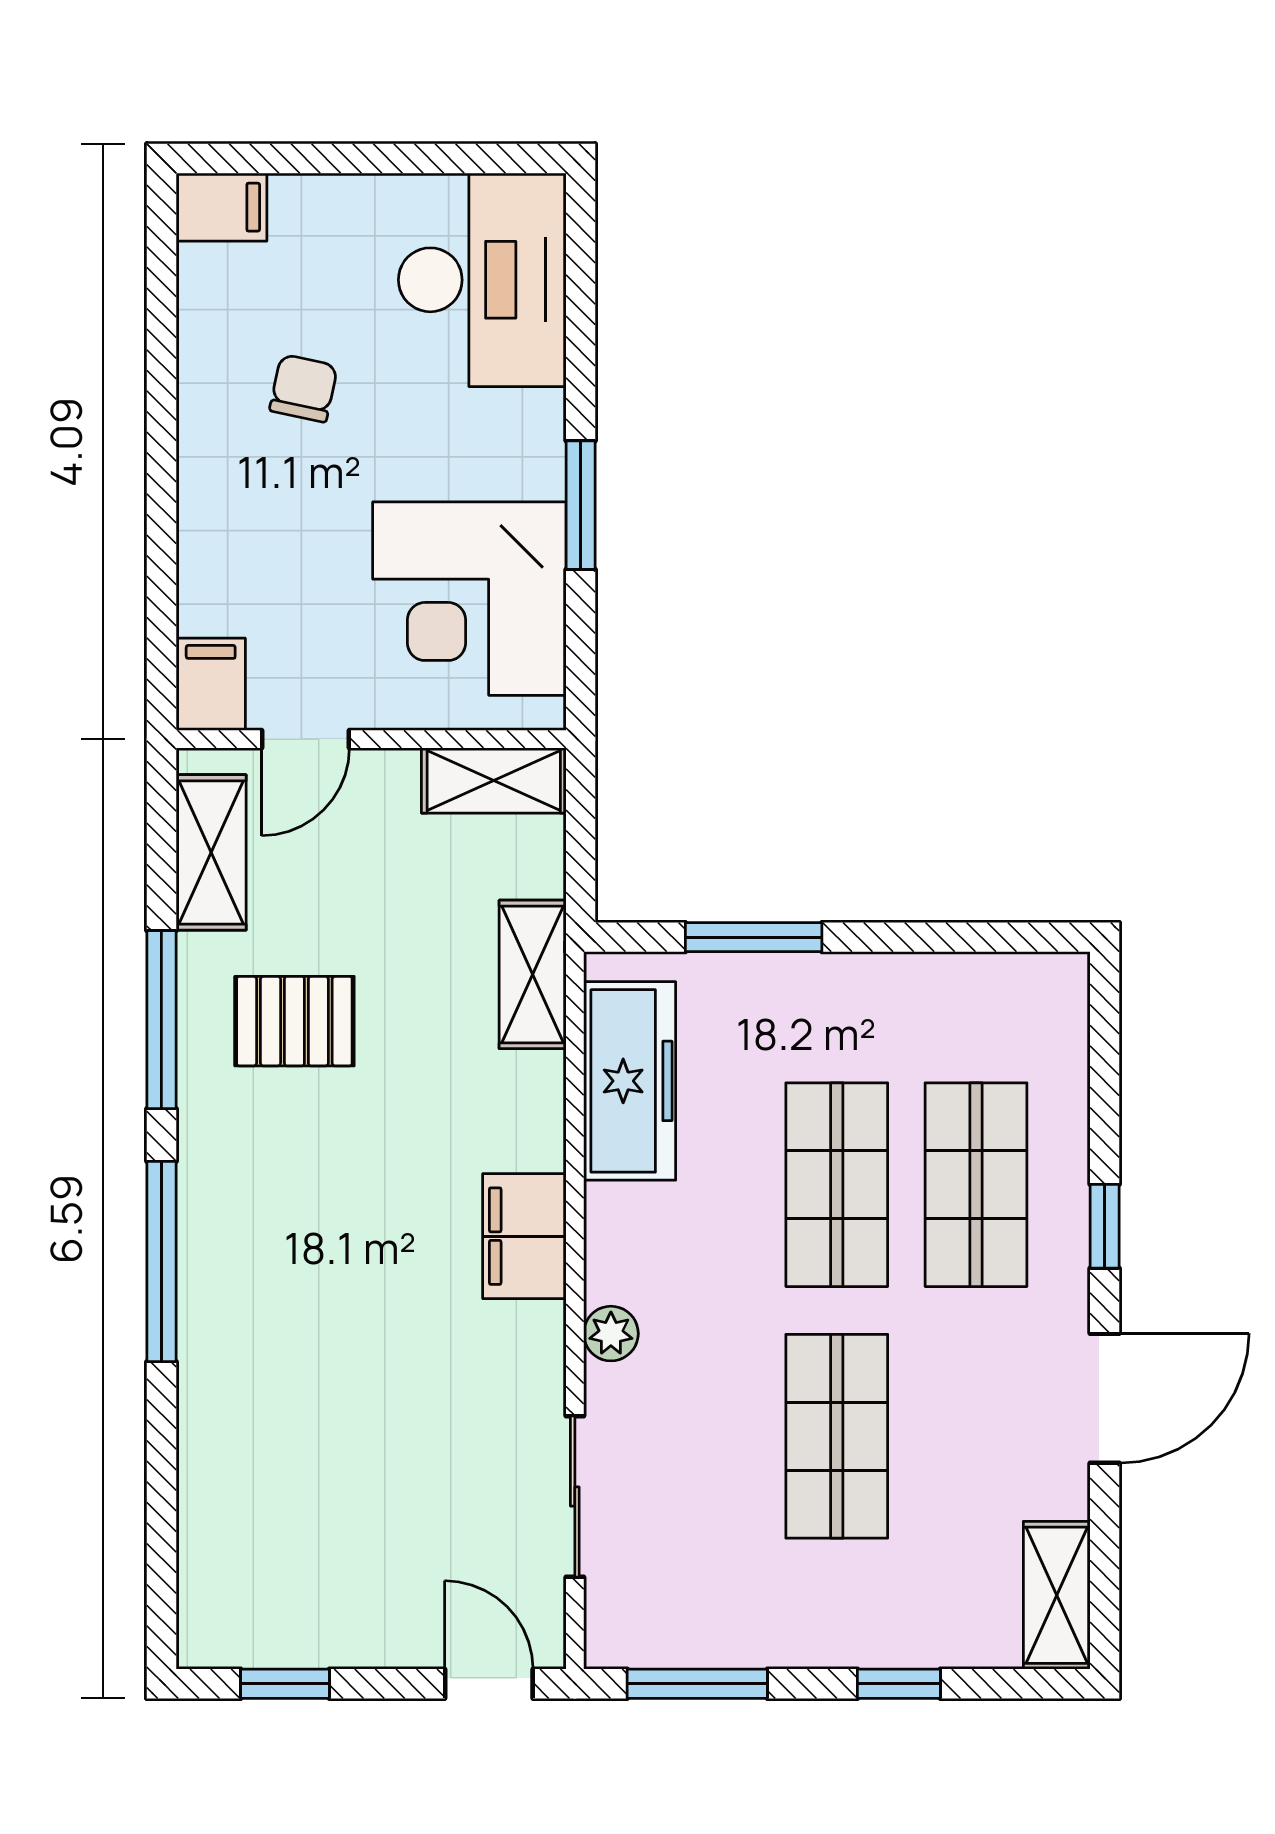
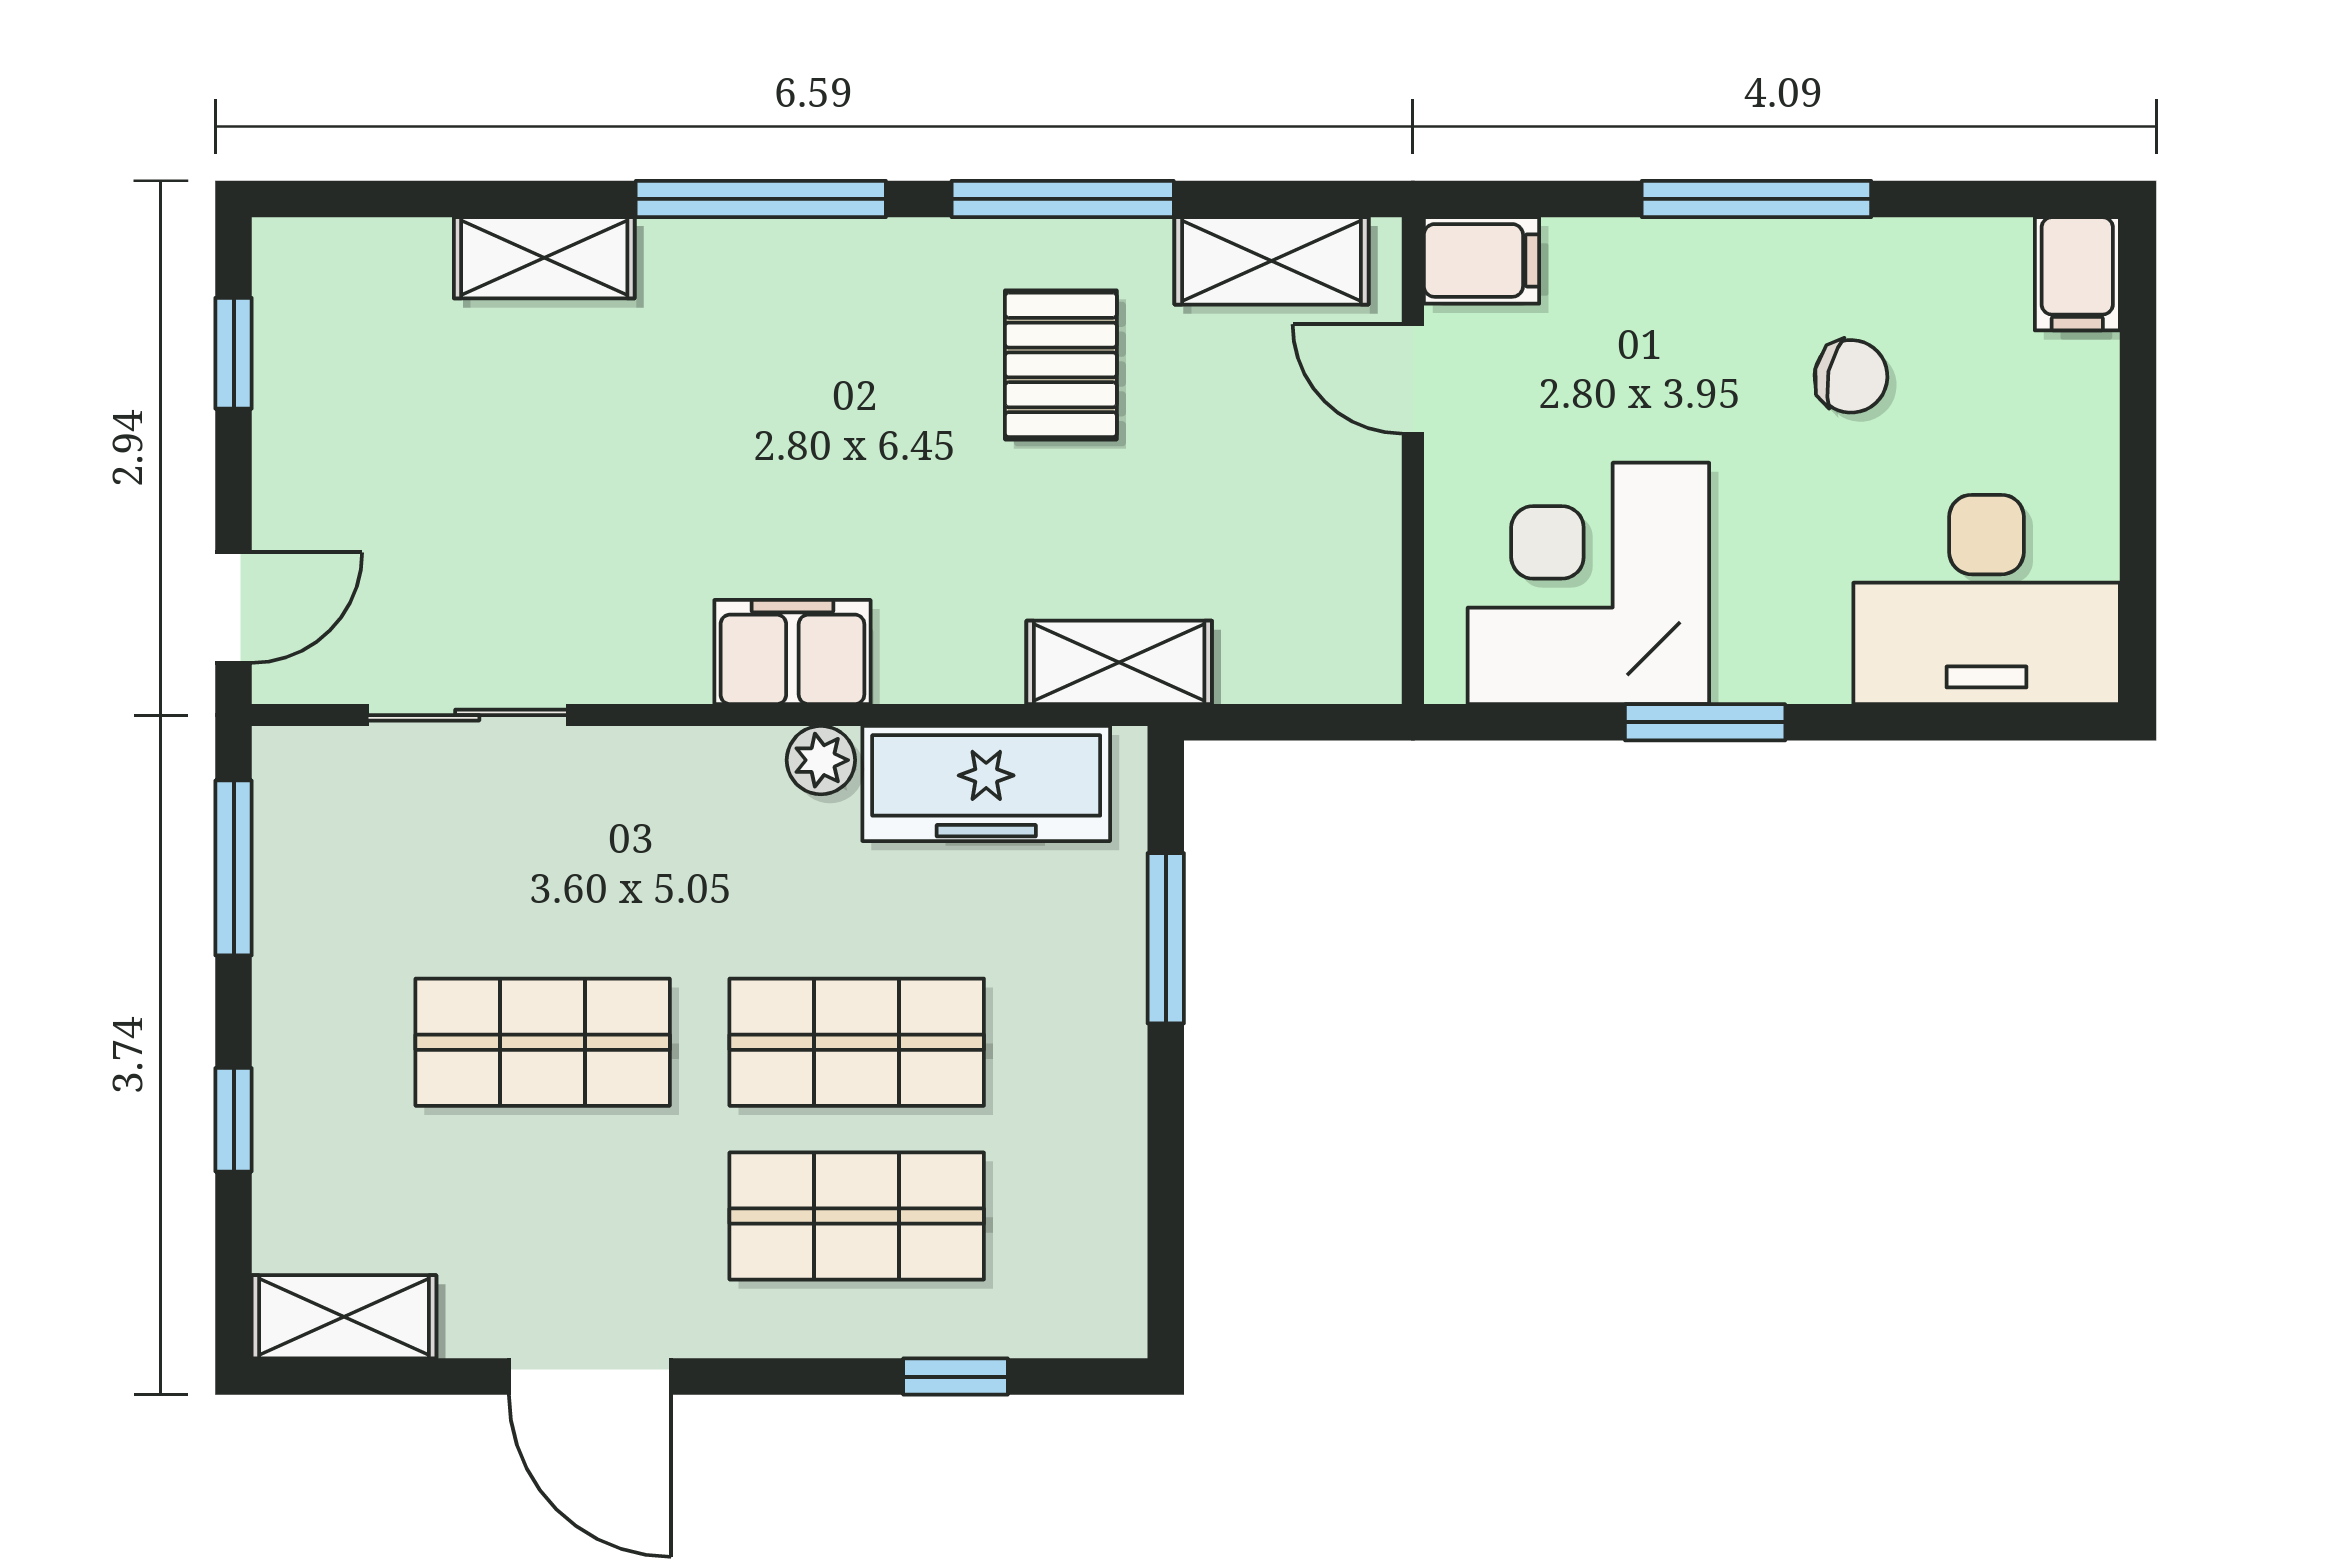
window: (161, 464) -> (1756, 199), added
shelving: (494, 781) -> (544, 258), moved, turned 90
window: (1105, 1226) -> (956, 1377), moved
plant: (611, 1334) -> (821, 760), moved

